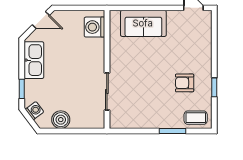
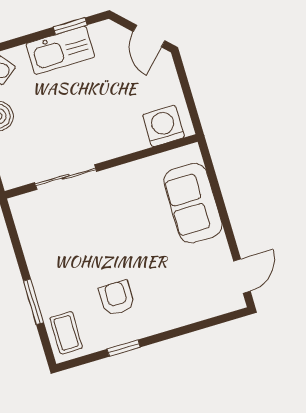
kitchen sink: (34, 60) -> (60, 50), moved
window: (22, 89) -> (70, 26), moved

